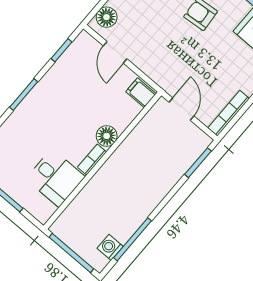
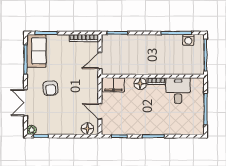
door: (115, 52) -> (100, 112), swing flipped
filing cabinet: (141, 93) -> (113, 85), width x2.00

